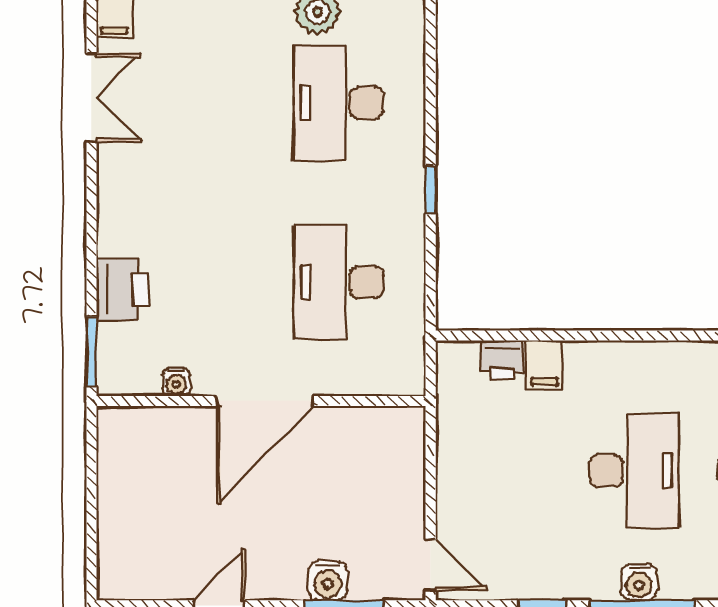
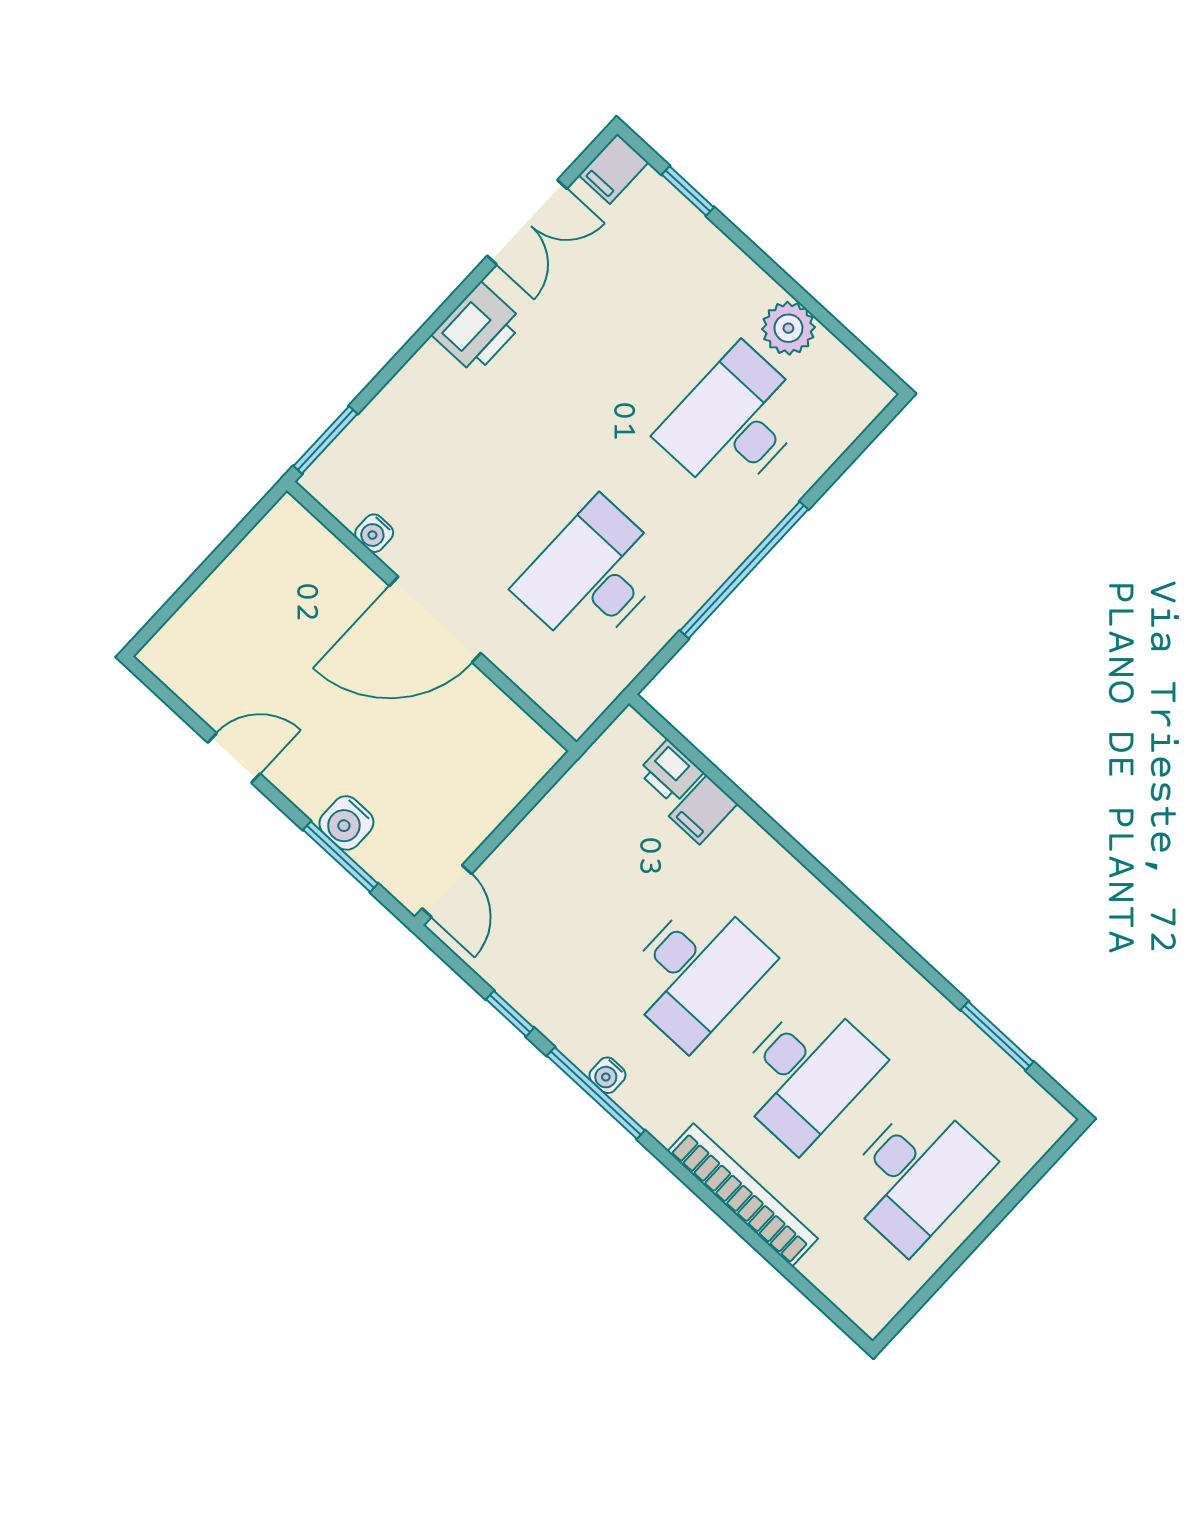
window: (431, 190) -> (744, 570), width x3.17
printer: (122, 290) -> (478, 328), moved
water cooler: (639, 582) -> (607, 1075), width x0.72, depth x0.72

